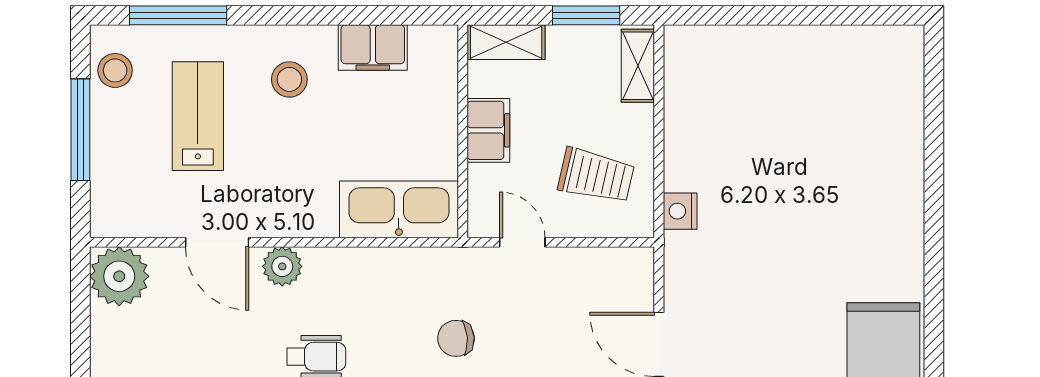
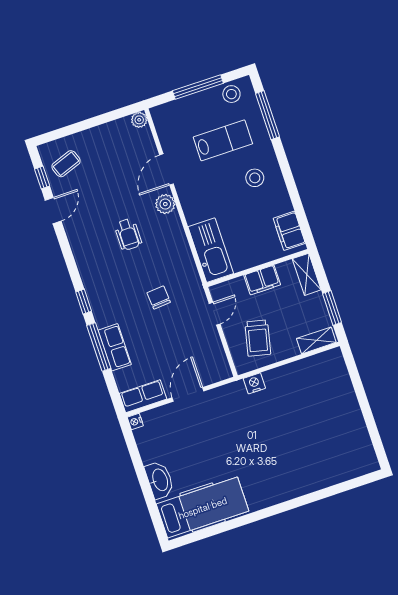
filing cabinet: (373, 47) -> (289, 231), moved
plant: (119, 276) -> (139, 120), width x0.53, depth x0.53

